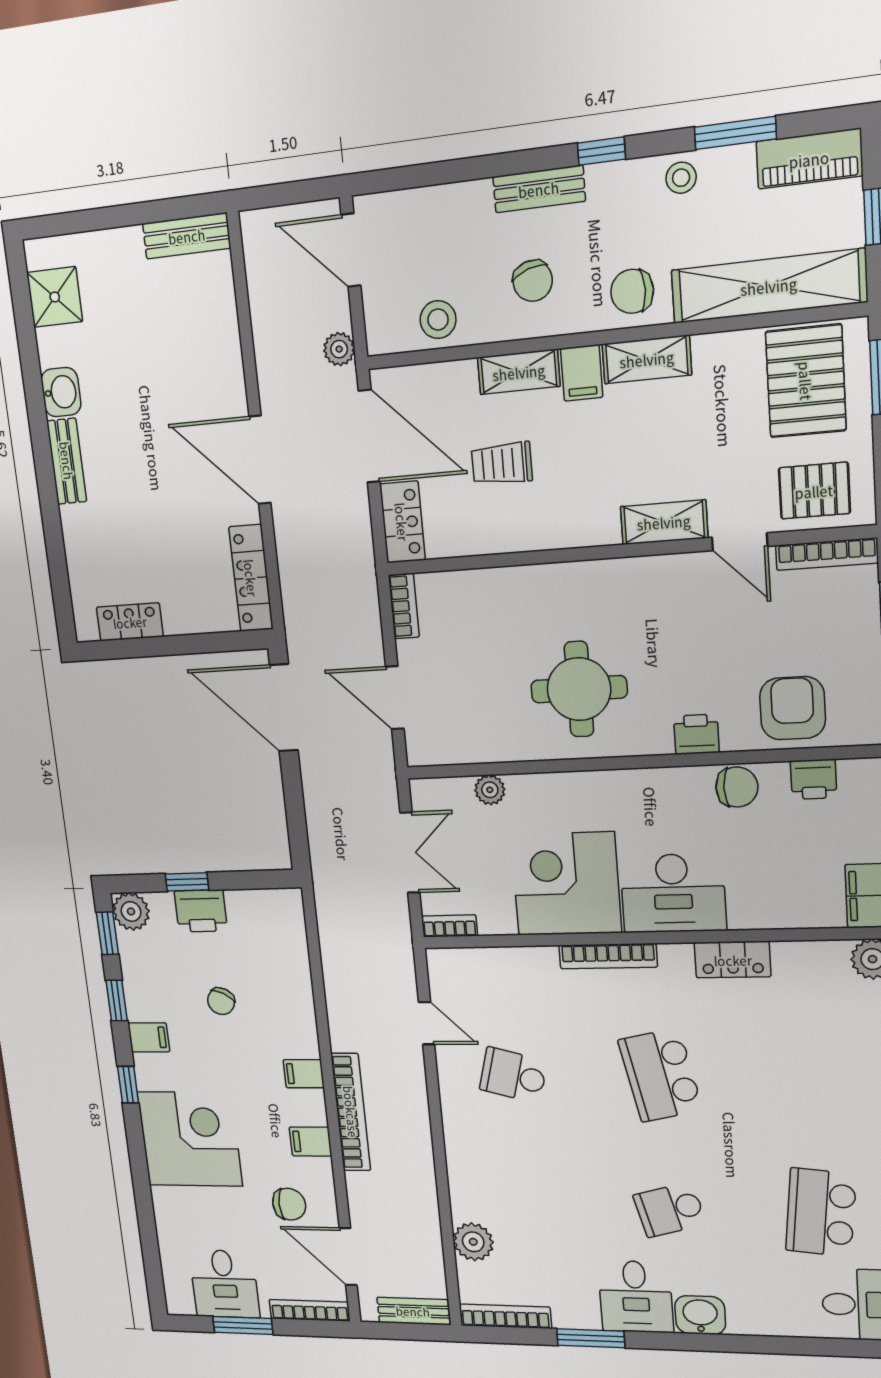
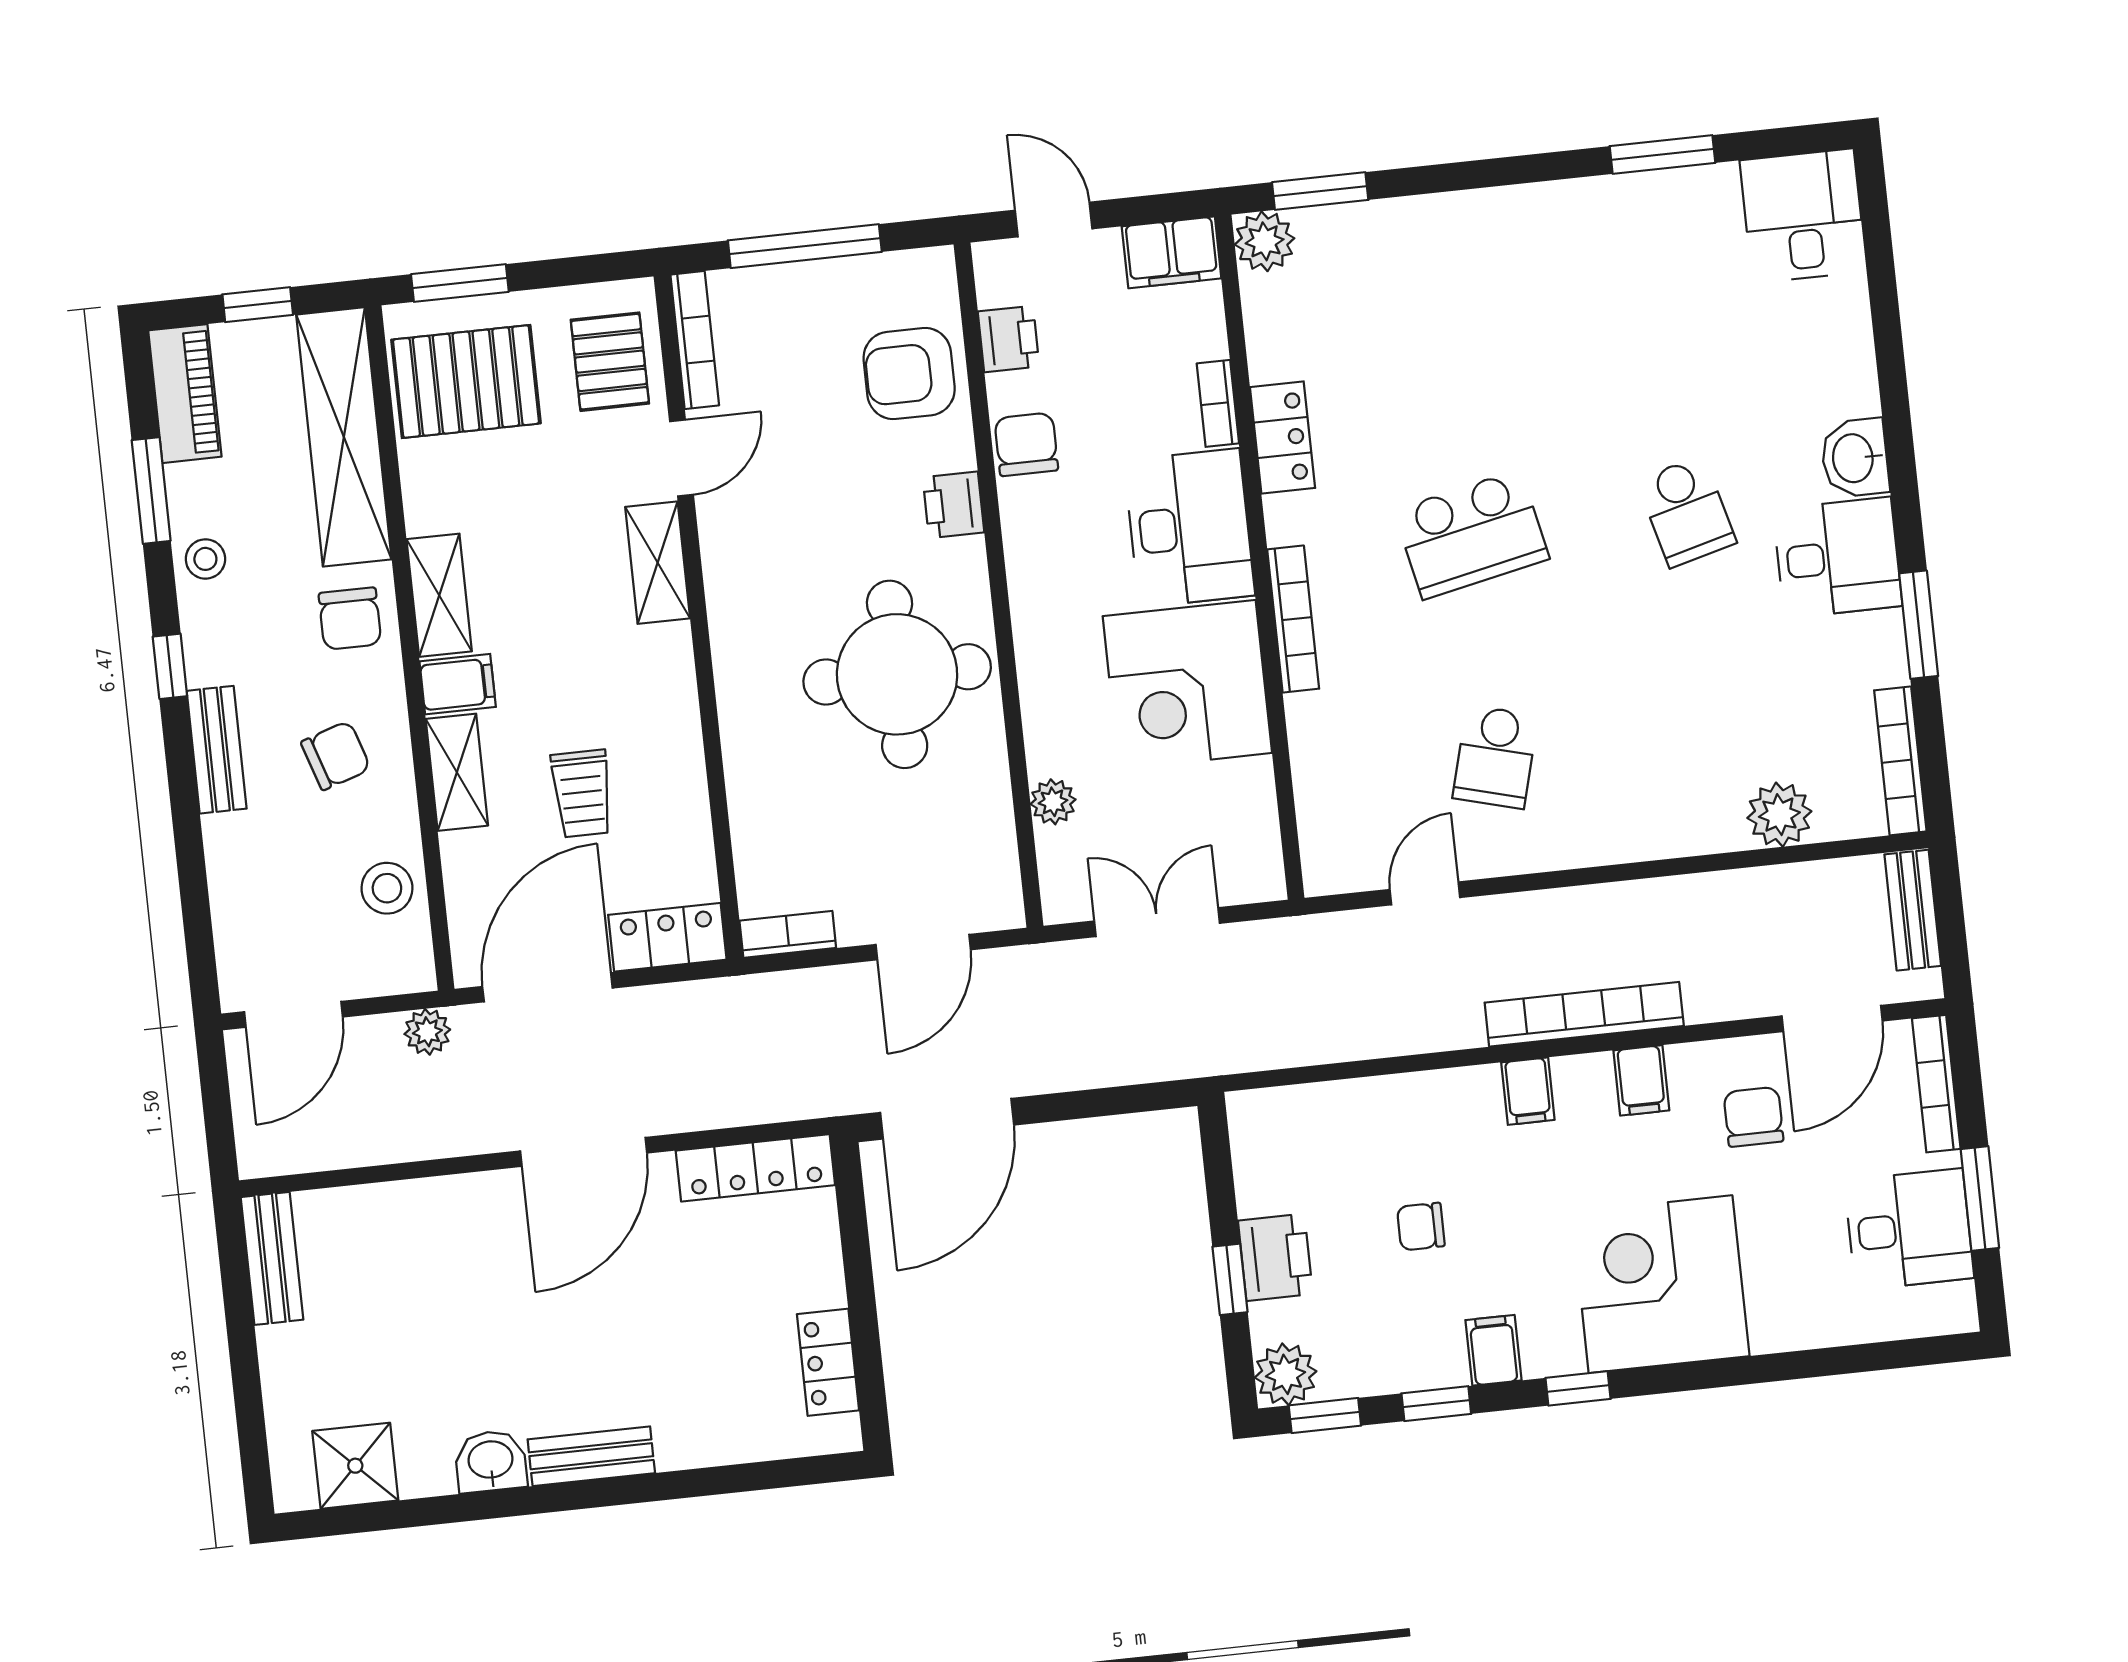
round table: (579, 689) -> (897, 674), width x1.36, depth x1.36
bookcase: (449, 926) -> (1218, 403), moved
chair: (221, 1001) -> (1421, 1227), turned 153
school desk: (821, 1212) -> (1663, 289), removed

